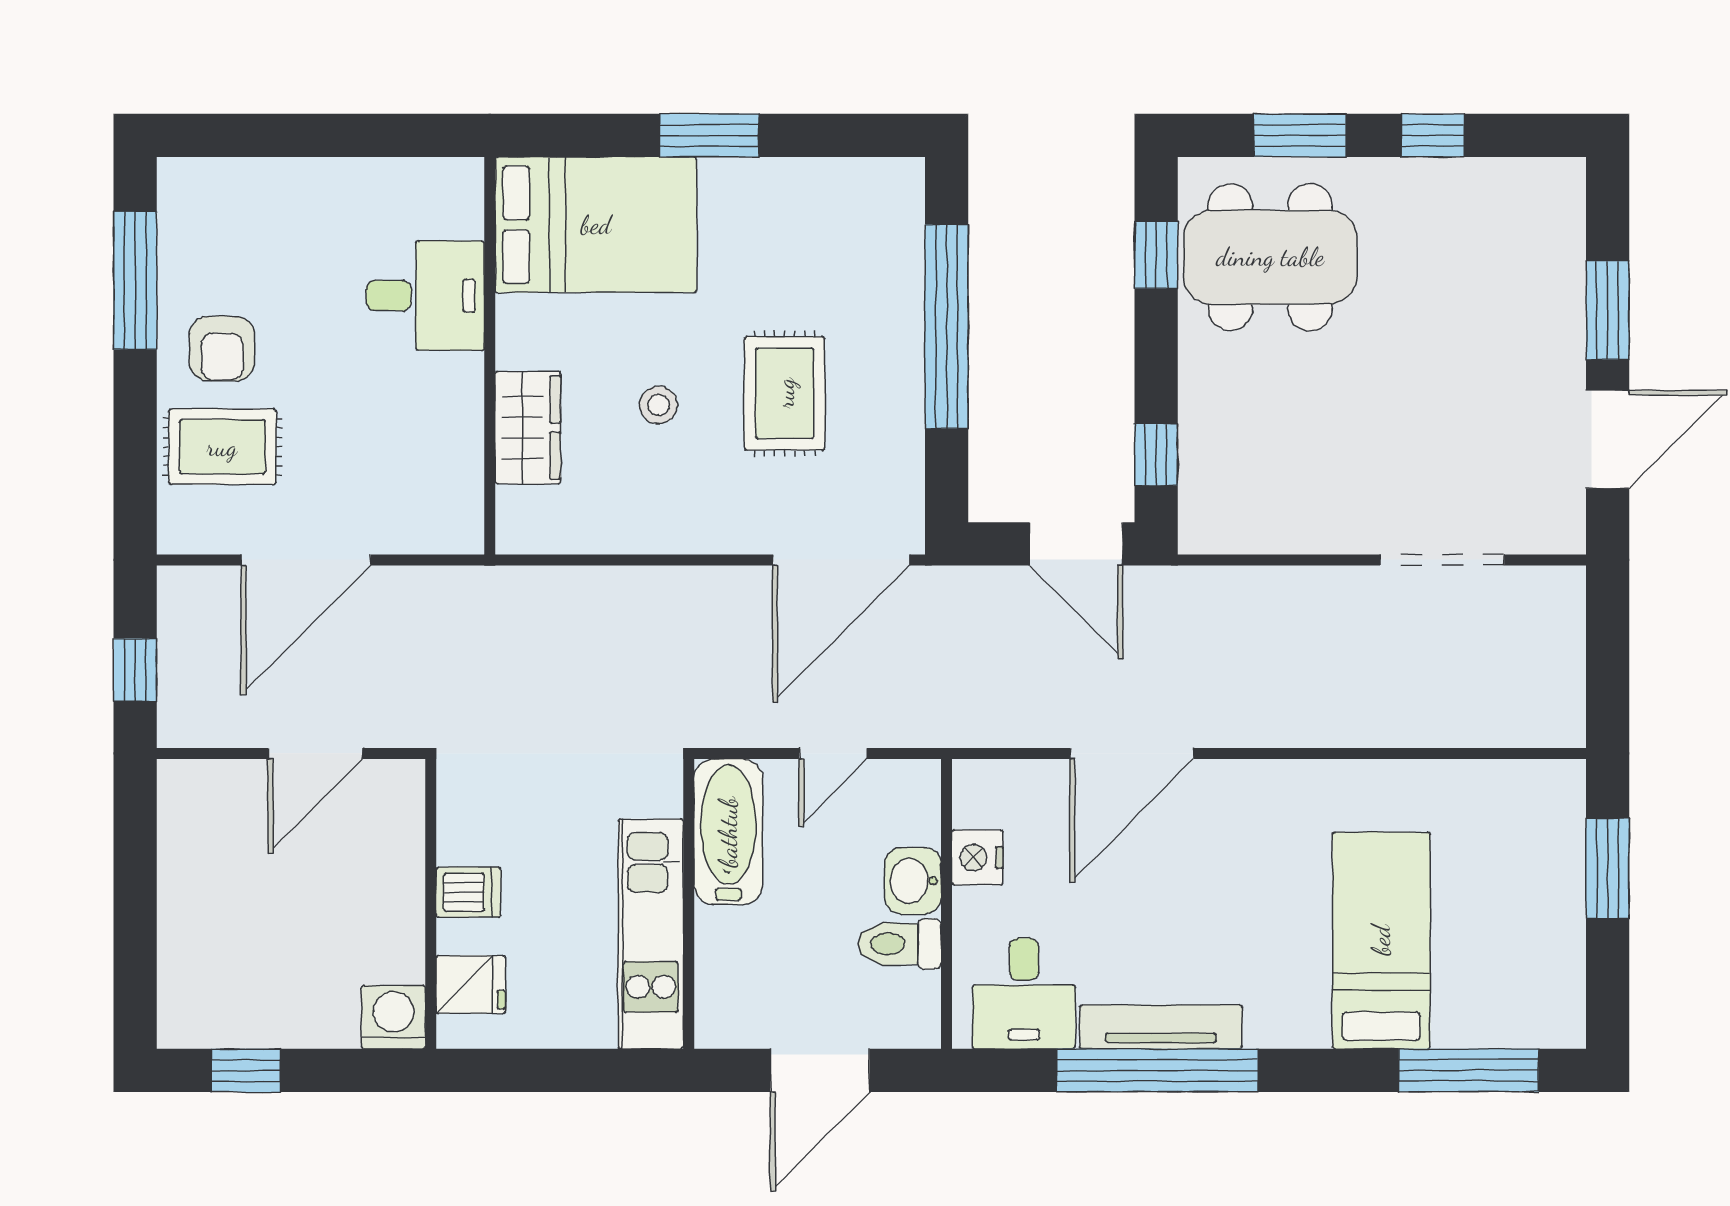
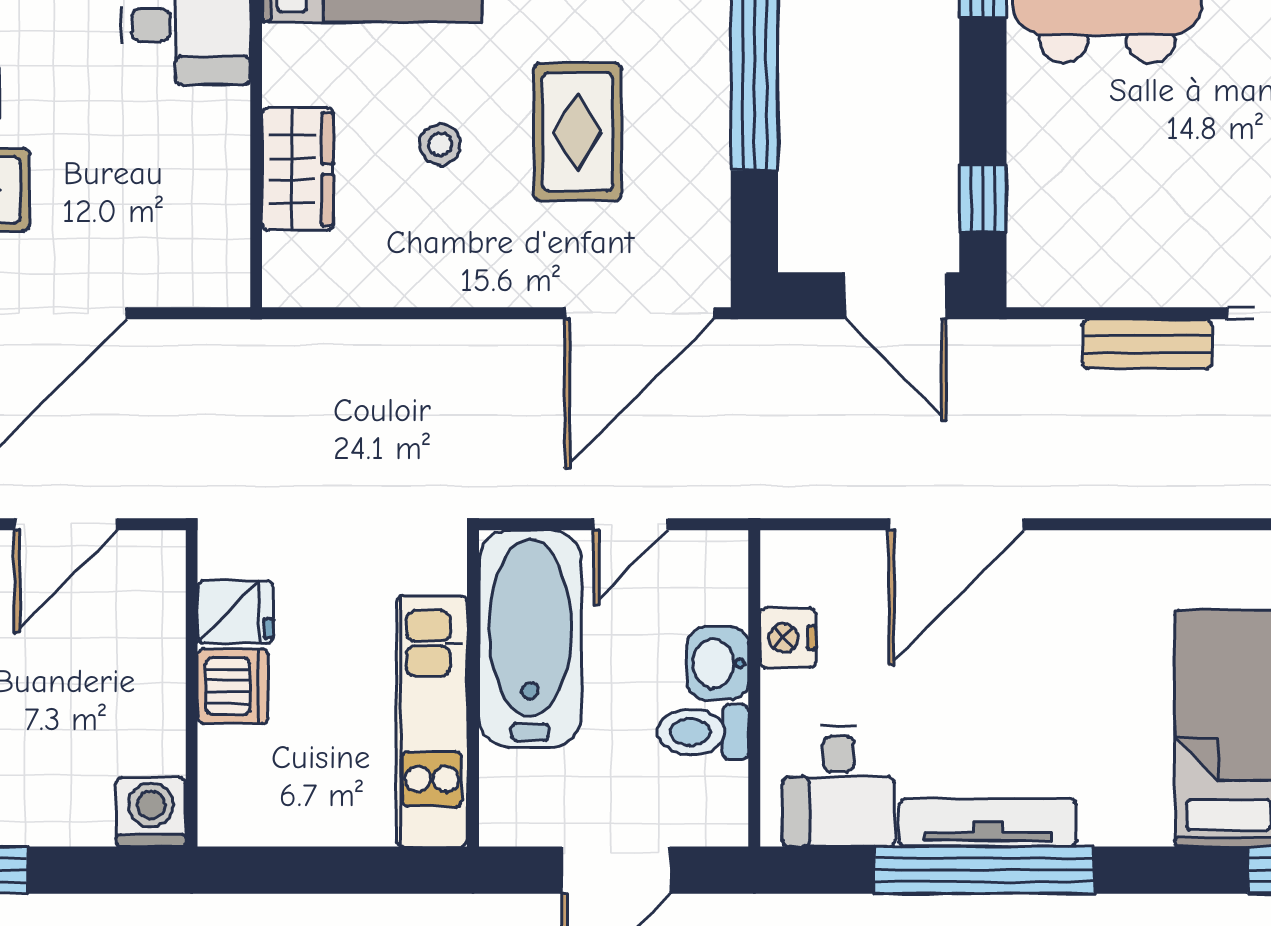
bench: (1307, 588) -> (1147, 344), added
bathtub: (728, 832) -> (530, 639), width x1.36, depth x1.36
dishwasher: (468, 892) -> (233, 686), width x1.38
fridge: (471, 985) -> (235, 612), moved

